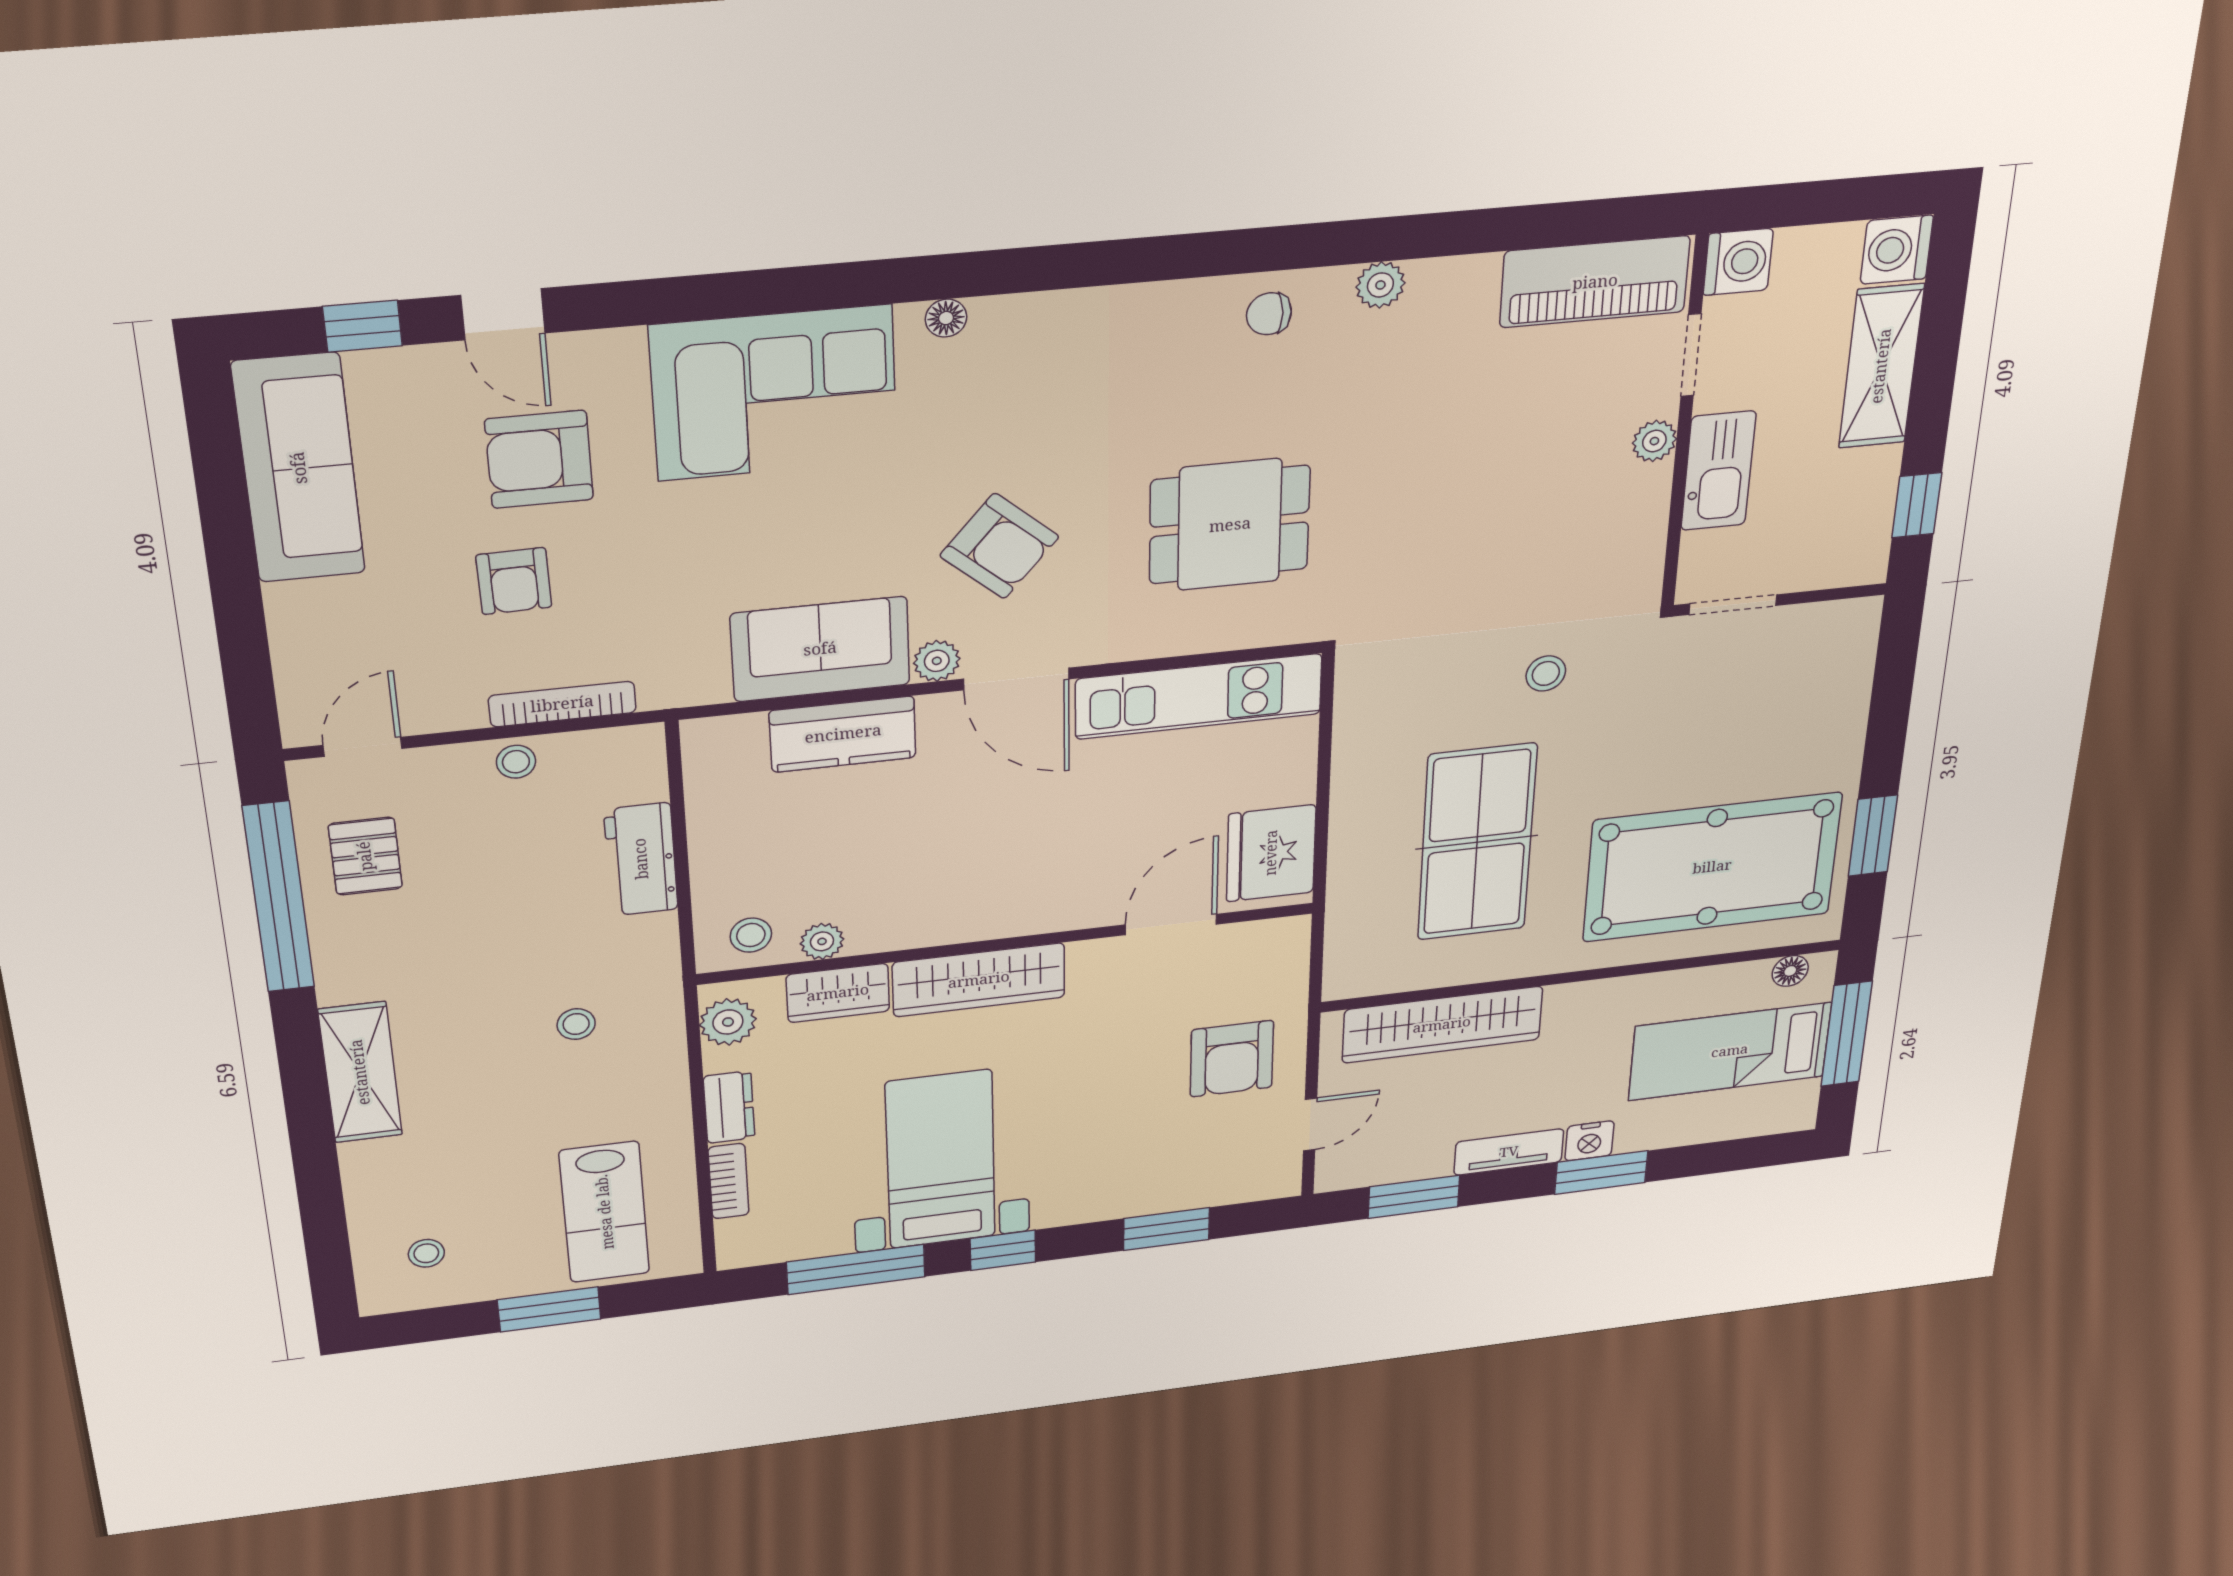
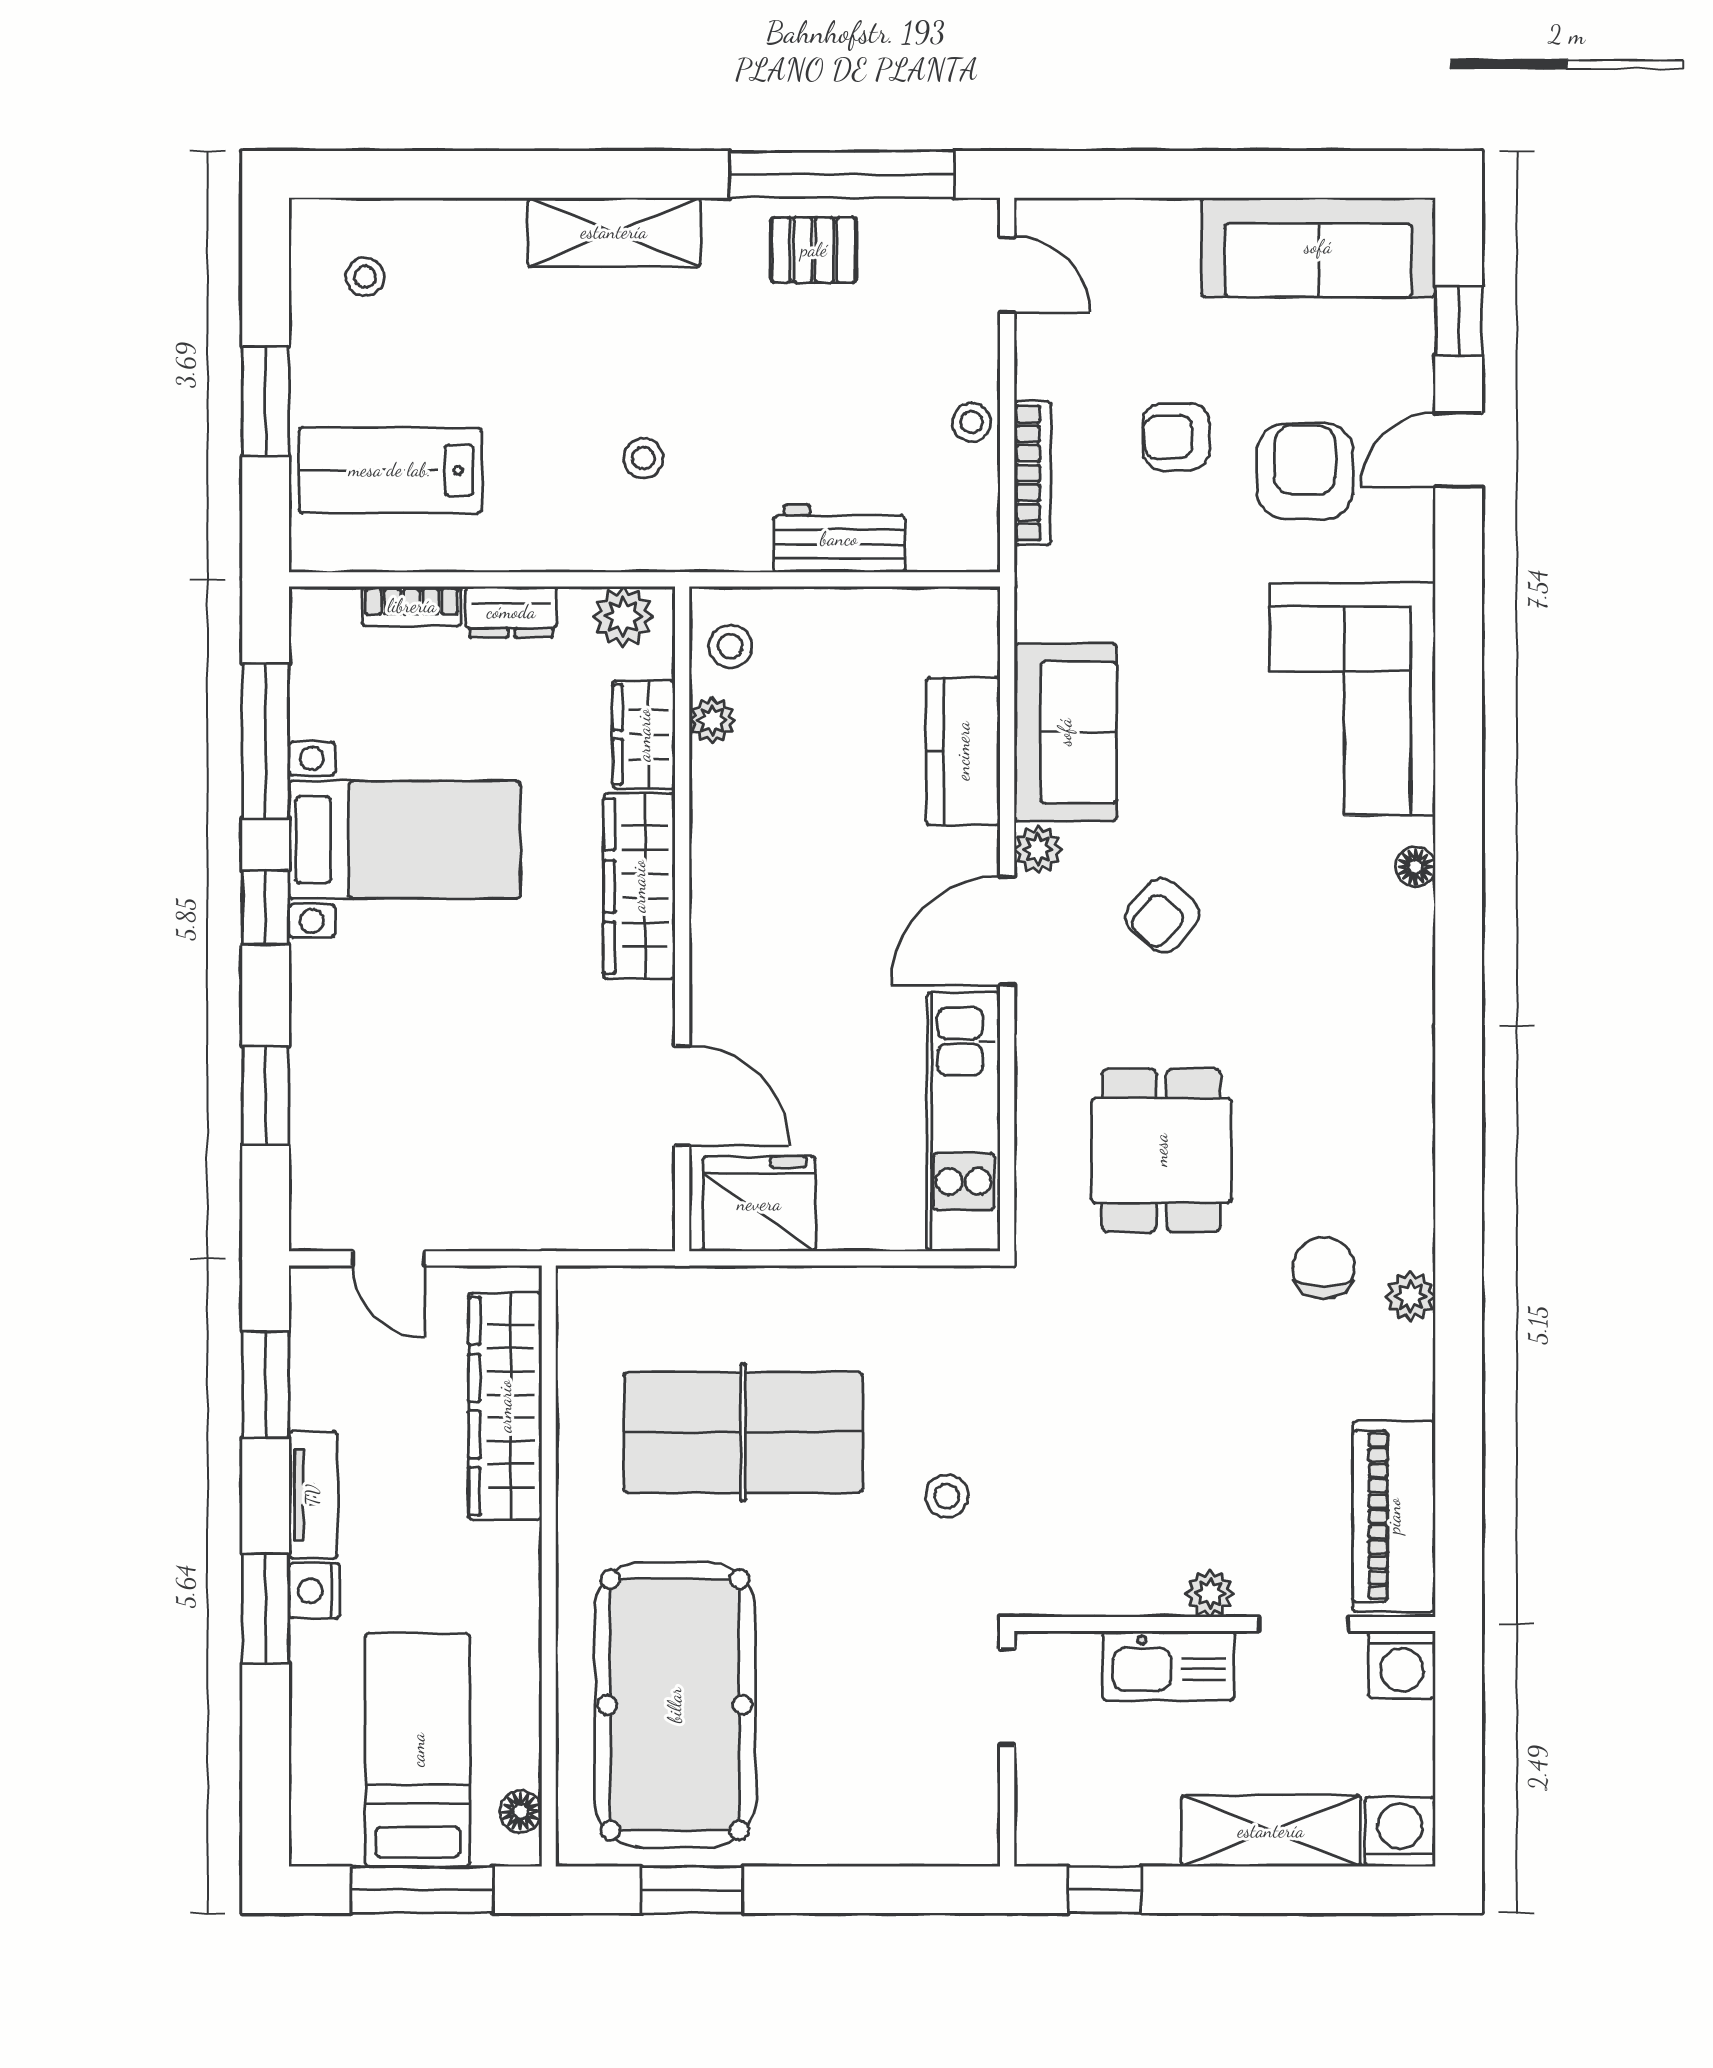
chair: (1269, 314) -> (1324, 1268), moved, width x1.37, depth x1.37
armchair: (999, 546) -> (1162, 915), width x0.72, depth x0.72
pallet: (365, 856) -> (814, 250), moved
armchair: (1232, 1059) -> (494, 1166), removed

